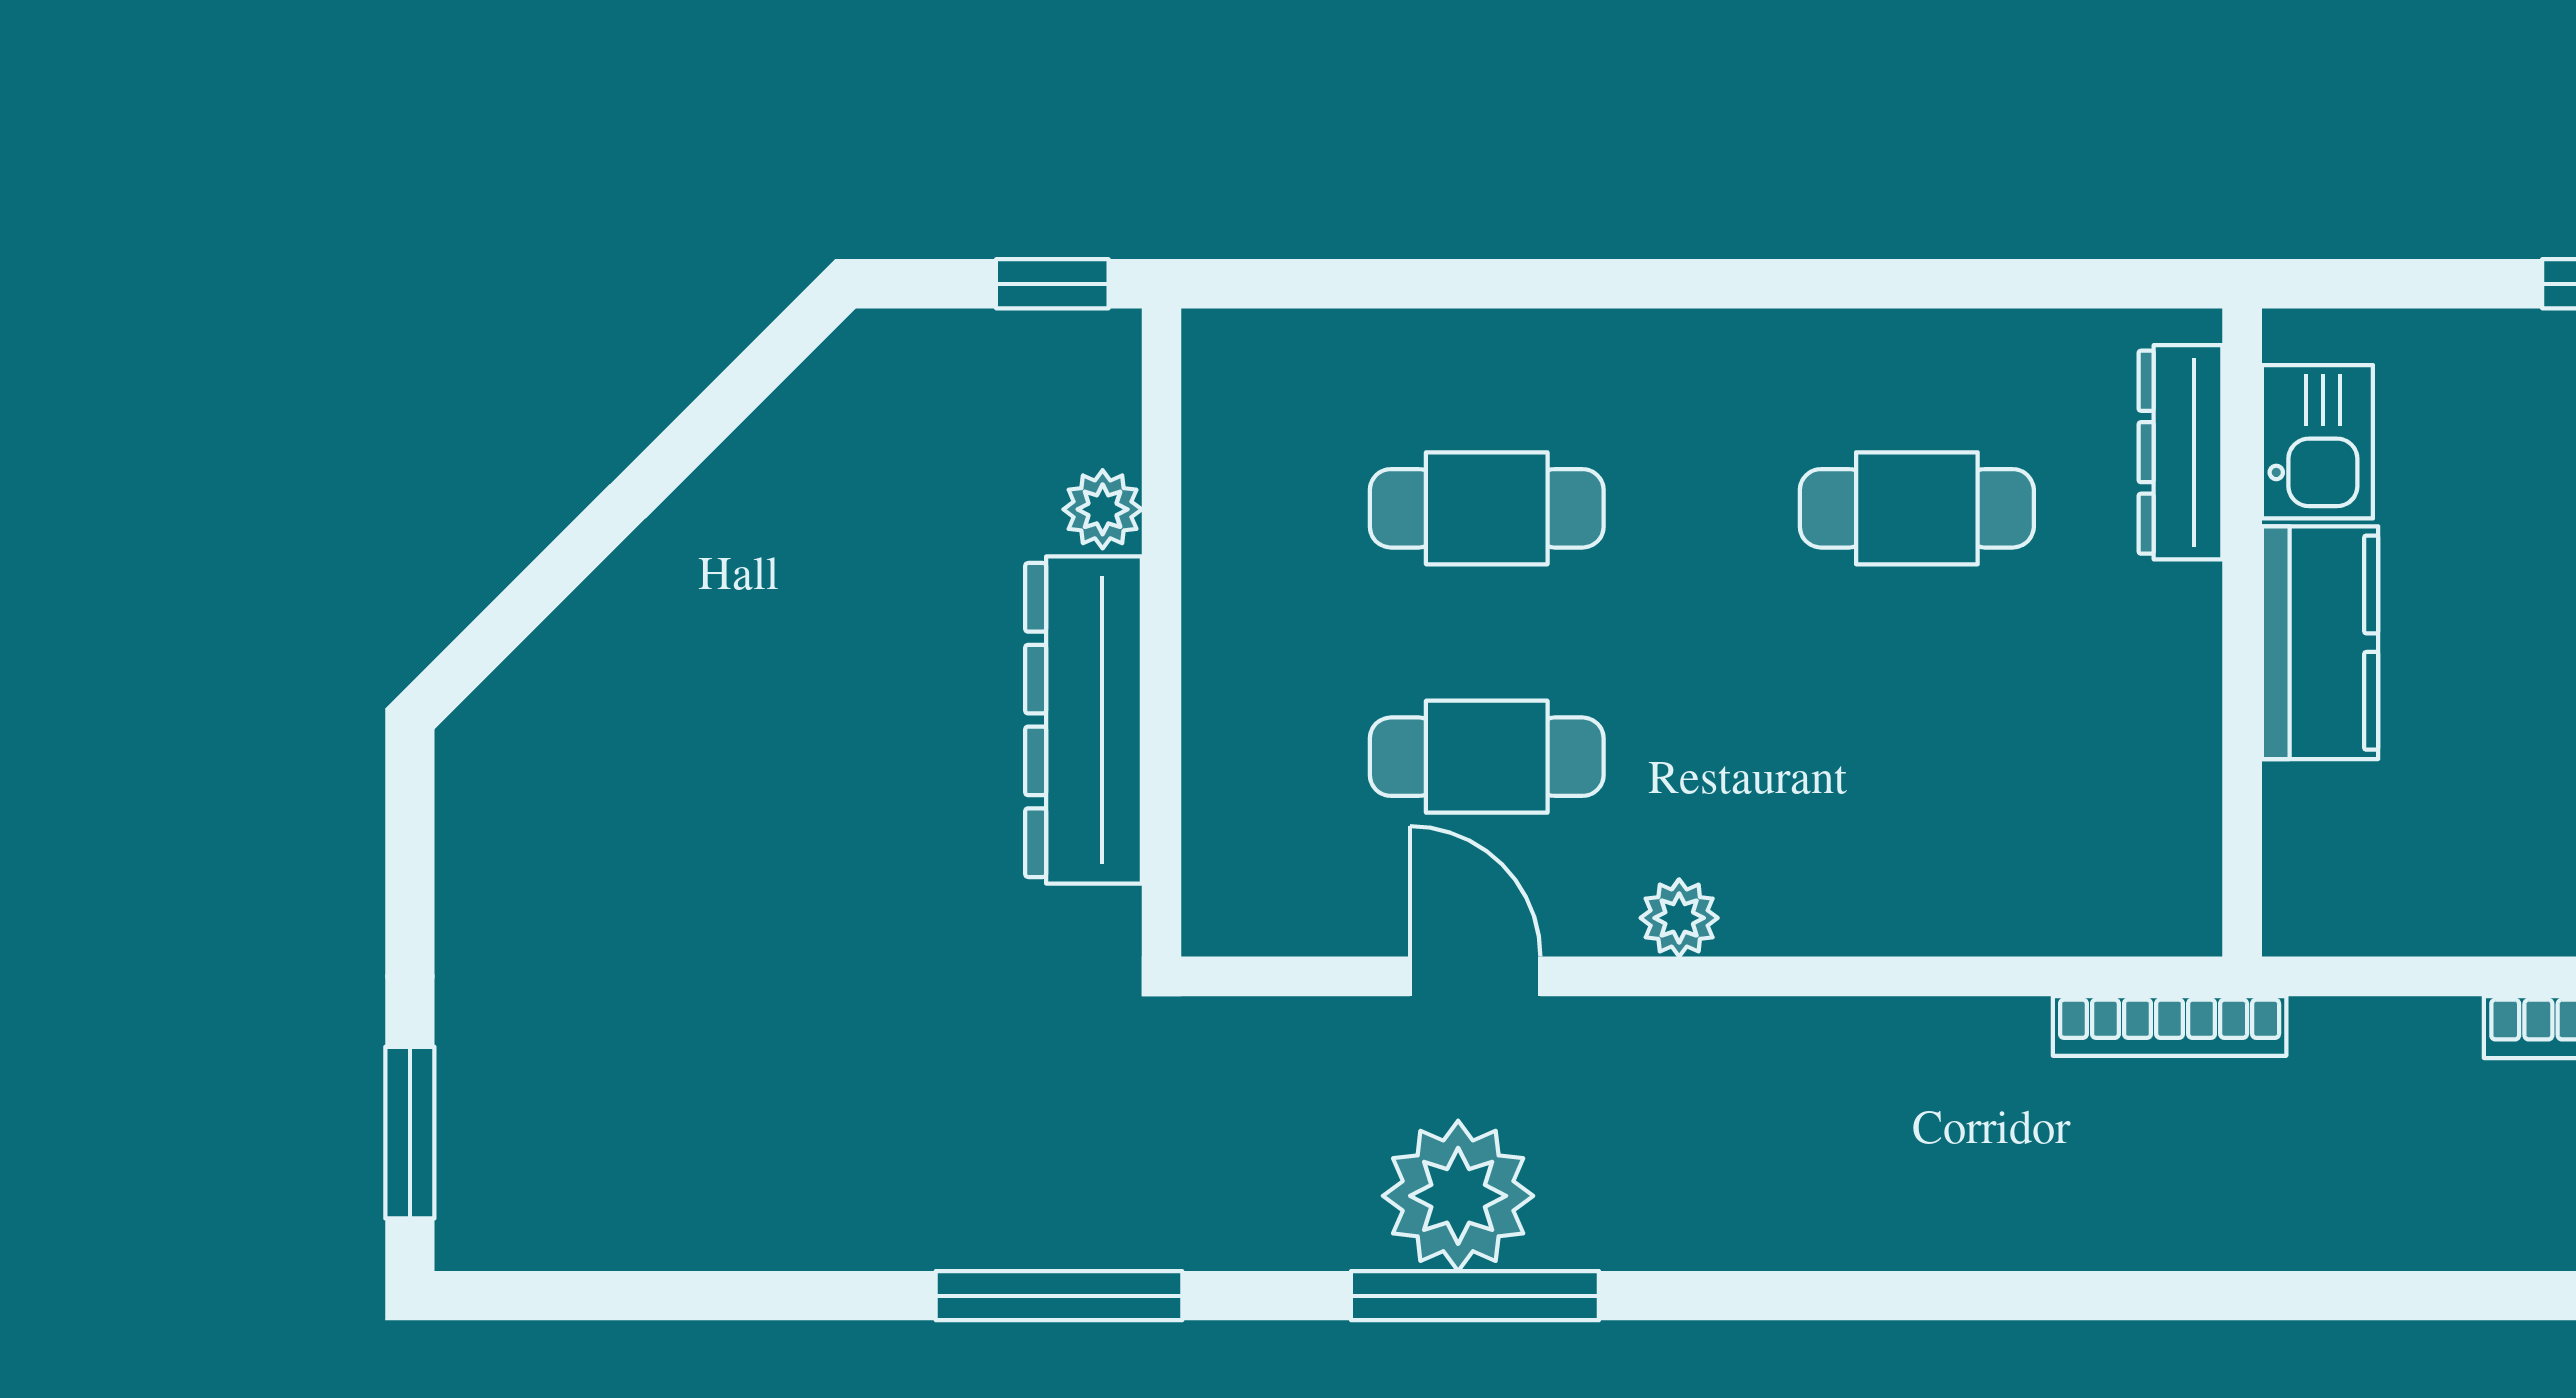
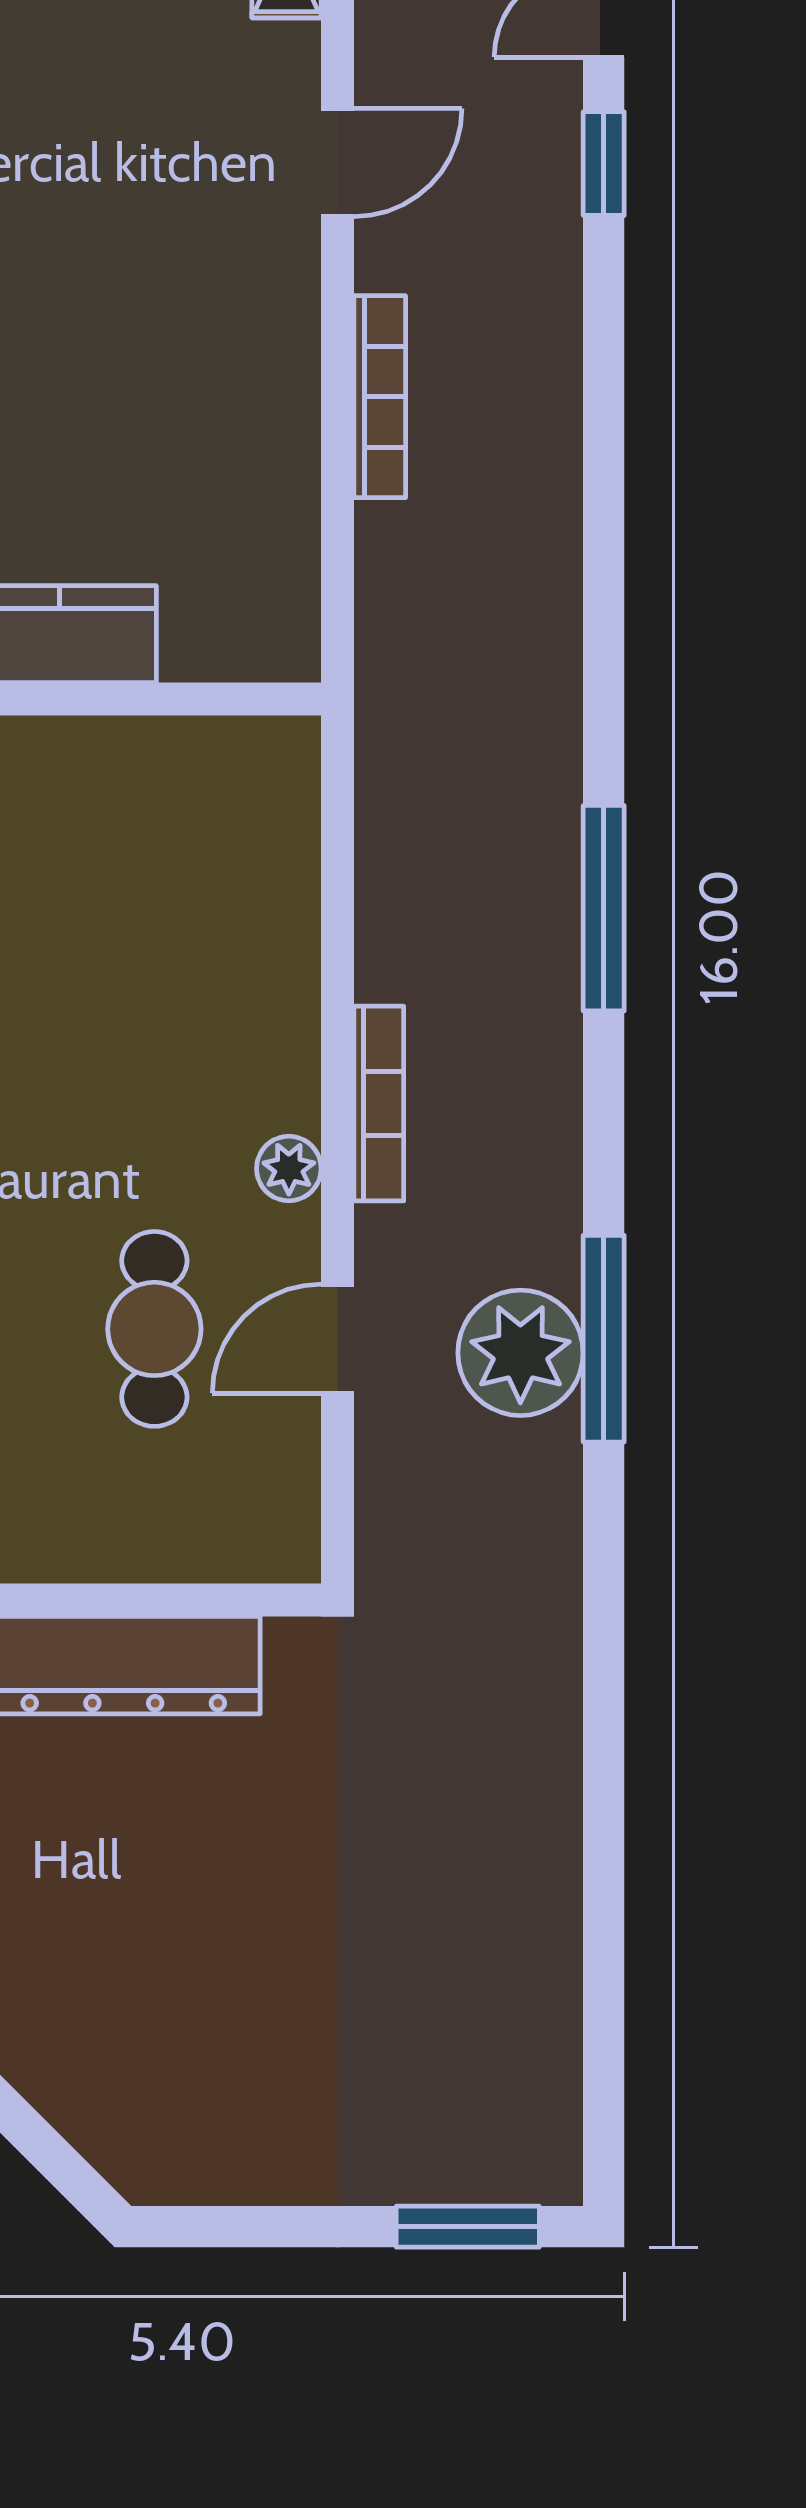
bookcase: (2170, 1026) -> (379, 1104), moved
window: (1059, 1296) -> (604, 908), moved

